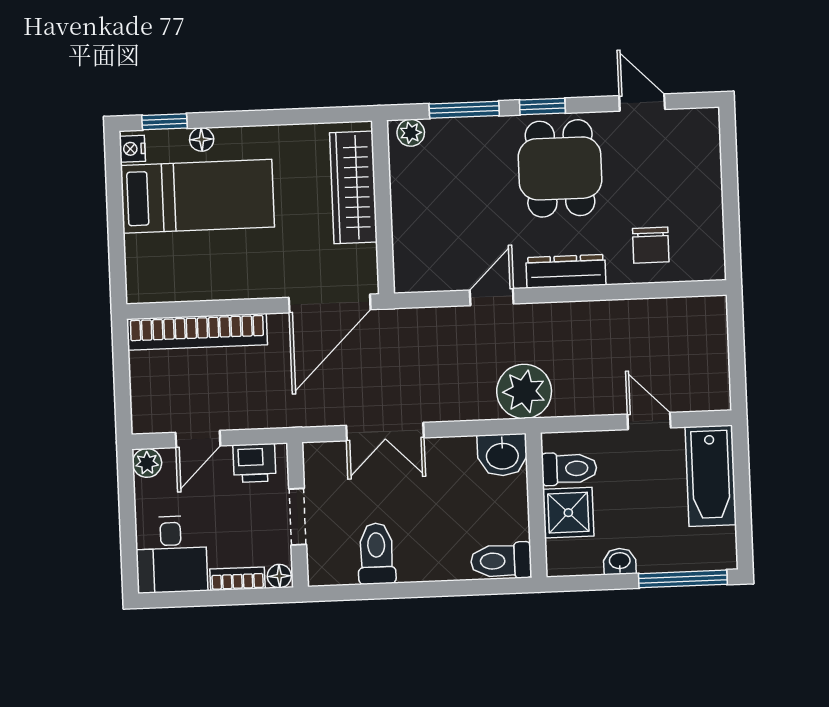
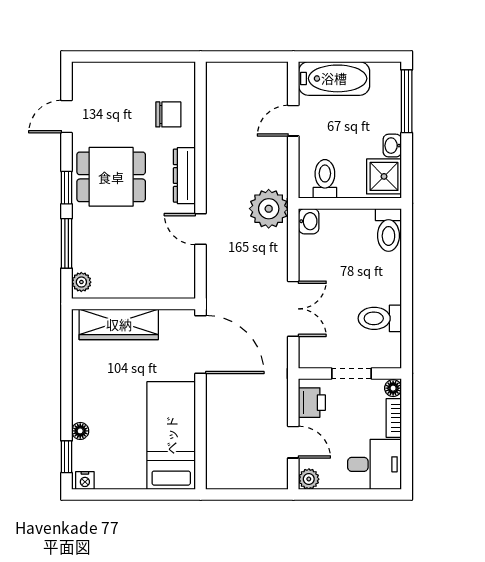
bed: (197, 196) -> (171, 435), moved
bookcase: (197, 332) -> (217, 440), removed
washbasin: (502, 455) -> (309, 221), width x0.72, depth x0.69
shower: (568, 513) -> (384, 176), moved

